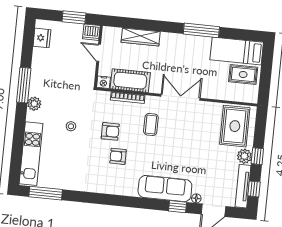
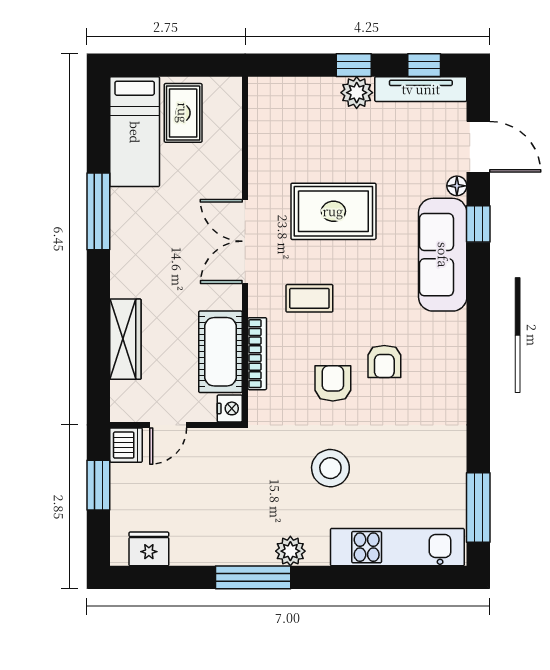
stool: (71, 126) -> (330, 468), width x1.89, depth x1.89
rug: (235, 126) -> (333, 211), moved

